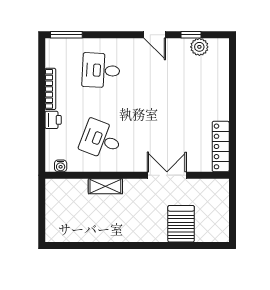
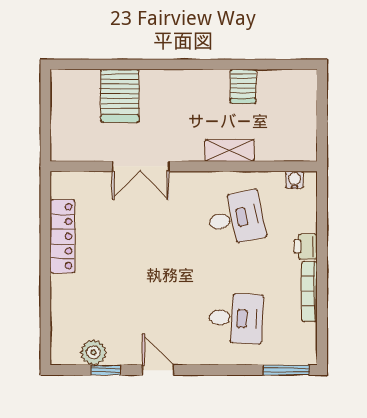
desk: (101, 139) -> (236, 218), turned -33
locker: (221, 146) -> (62, 236), moved
server rack: (96, 230) -> (243, 86), added

